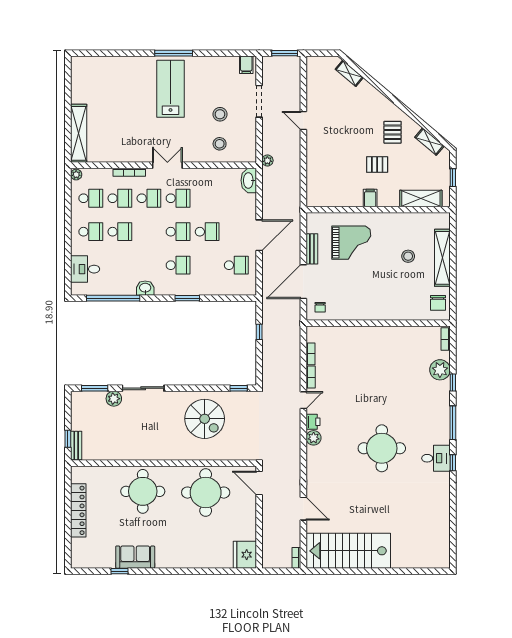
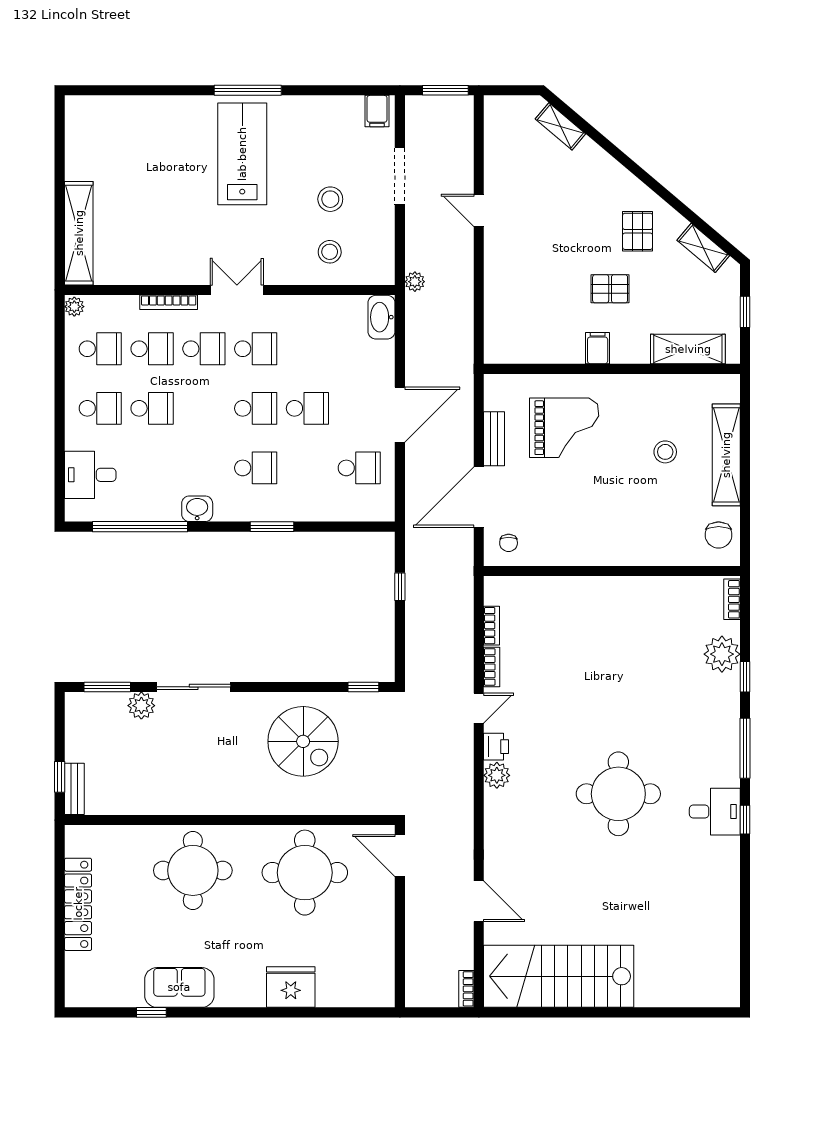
fridge: (245, 555) -> (291, 987), moved, turned 90

